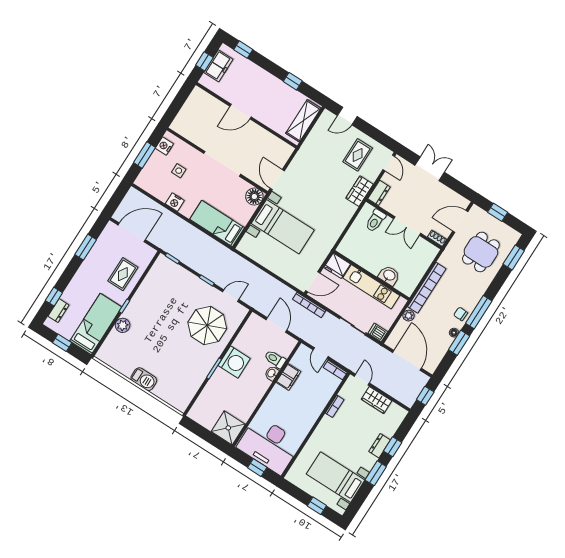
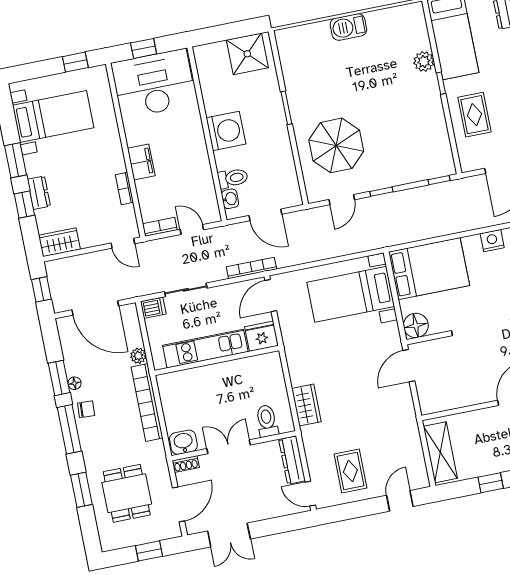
double door: (430, 169) -> (229, 535), moved
door: (277, 180) -> (409, 366), swing flipped
wardrobe: (360, 191) -> (306, 405), moved
dresser: (379, 193) -> (292, 460), width x1.44
bed: (217, 223) -> (429, 269), width x1.50
bed with nightstands: (283, 227) -> (351, 294), moved
window: (514, 257) -> (81, 490), moved
washbasin: (389, 275) -> (183, 442), moved, turned 180
washing machine: (234, 362) -> (226, 131), moved, turned 180
washbasin: (272, 373) -> (230, 199), moved
filing cabinet: (288, 377) -> (141, 162), moved, turned 180
wardrobe: (376, 400) -> (59, 242), moved
shower: (228, 428) -> (247, 54), moved
window: (317, 506) -> (75, 62), moved

